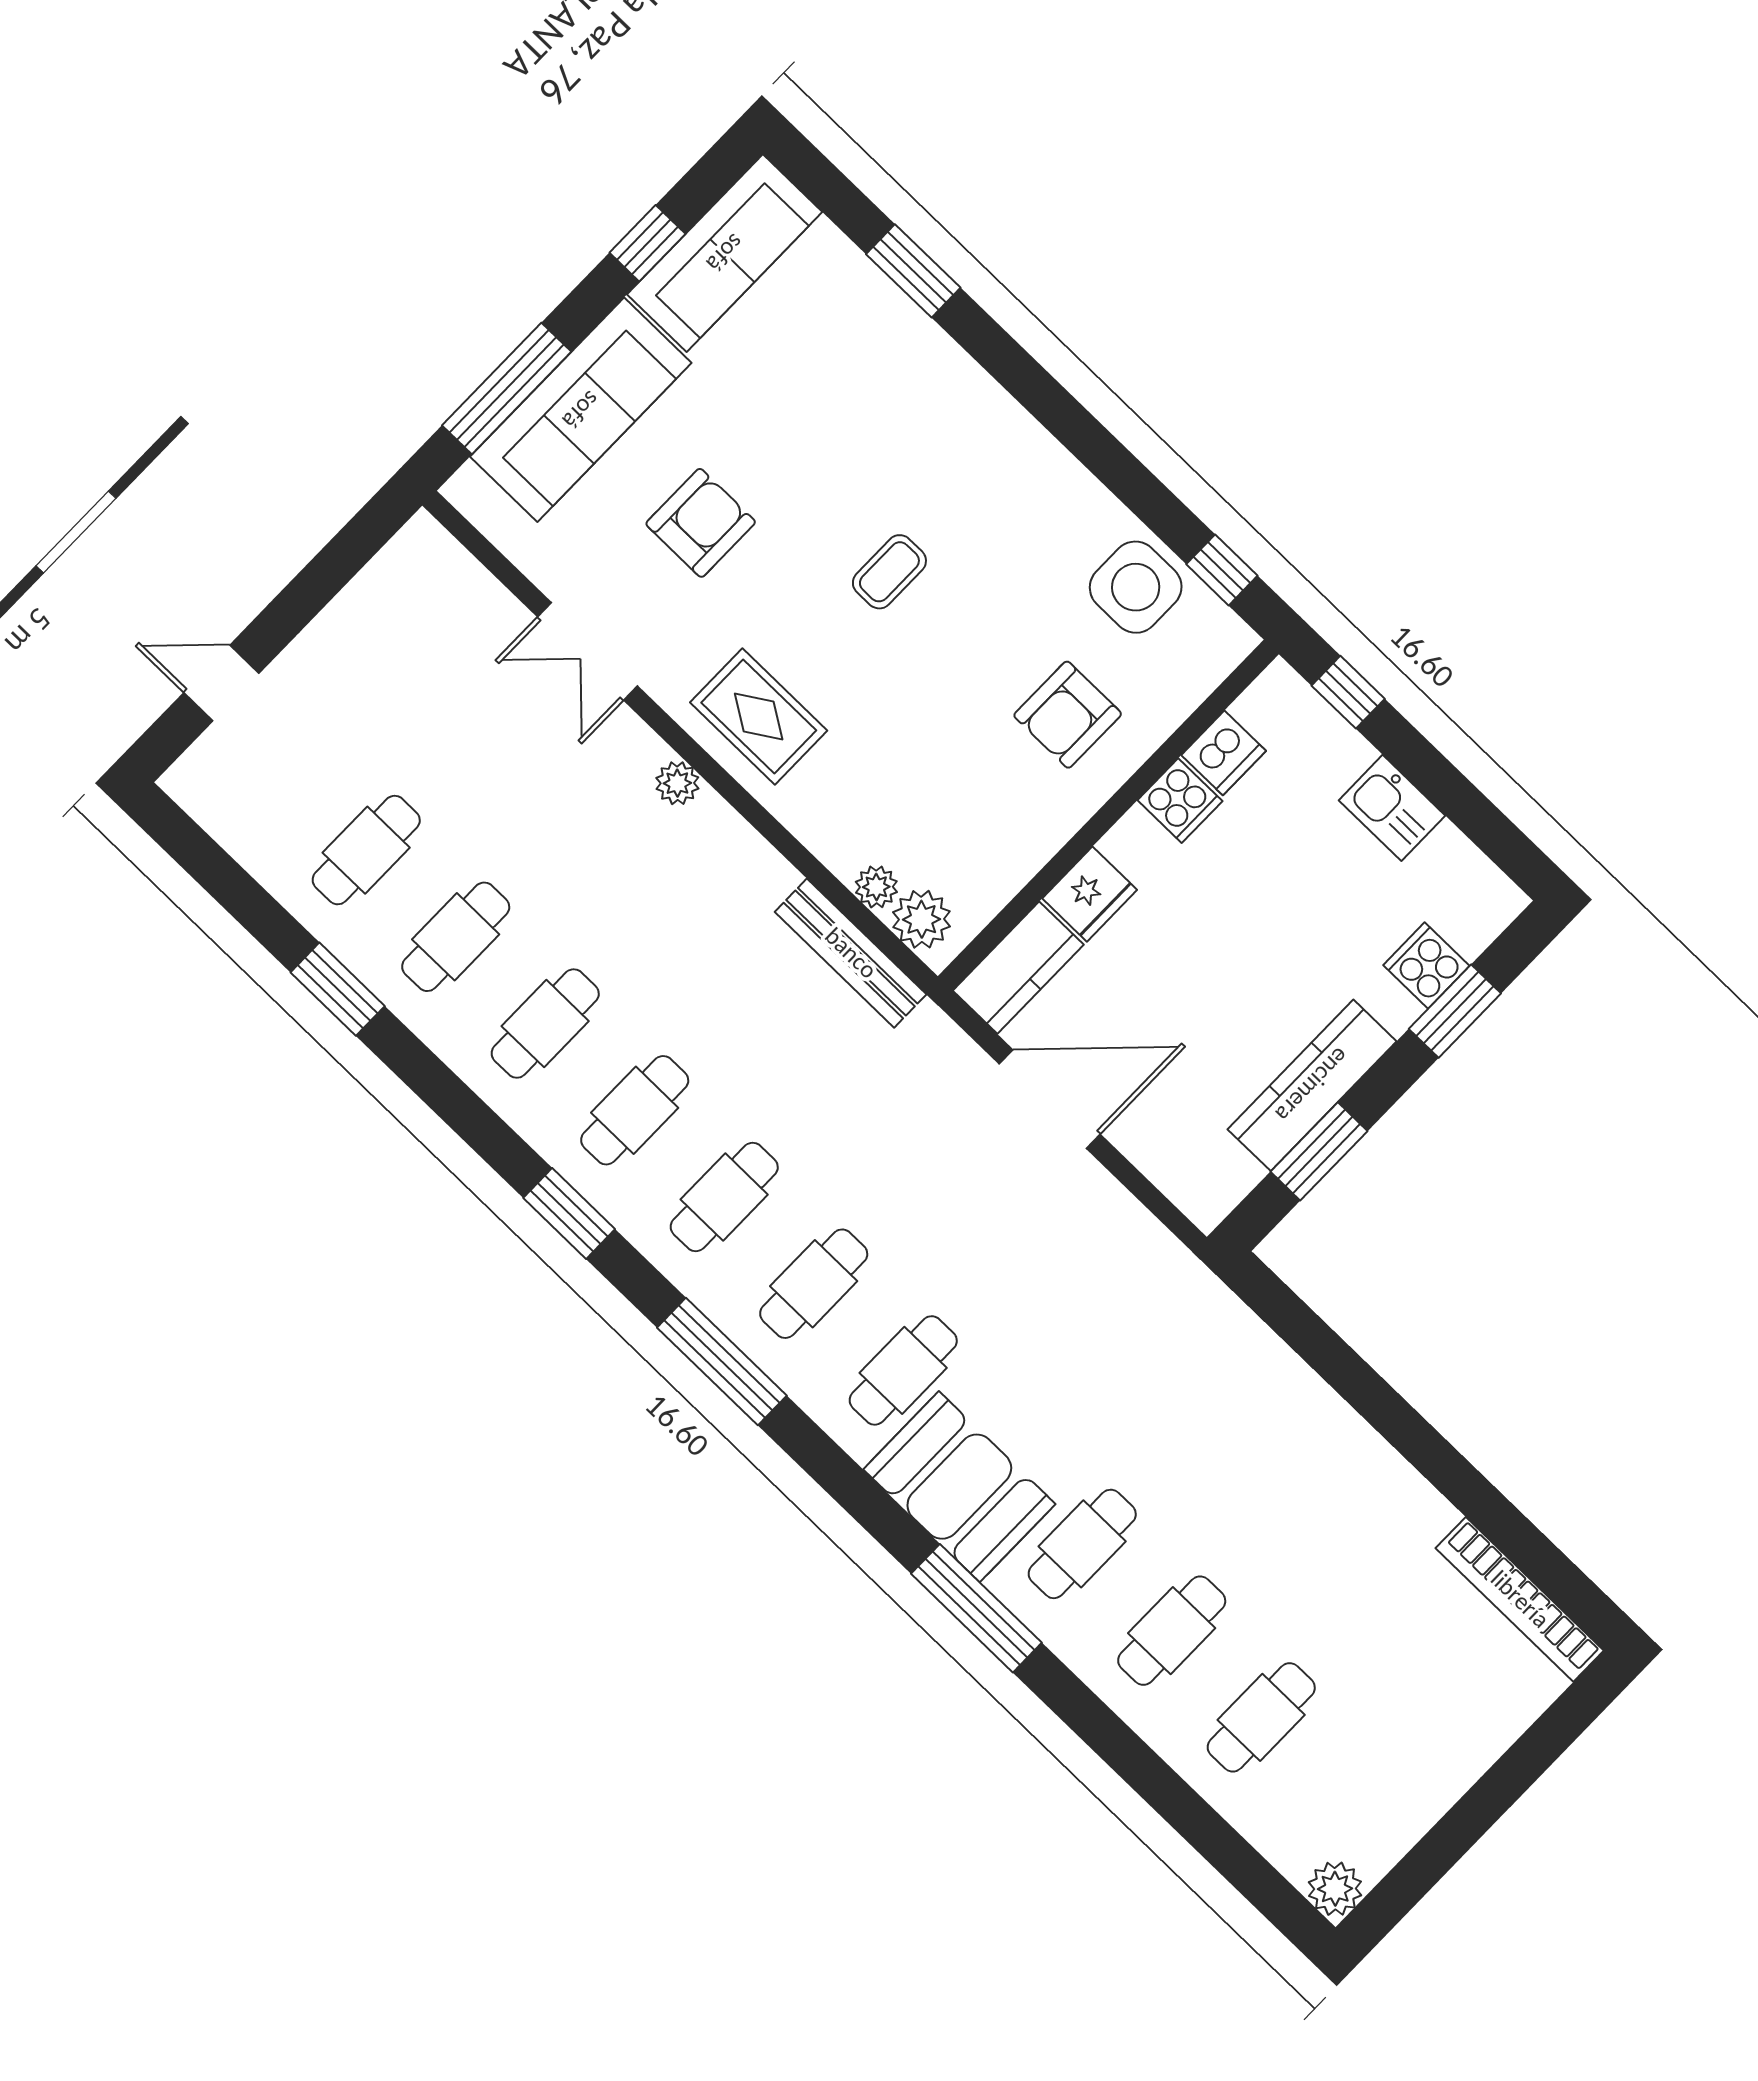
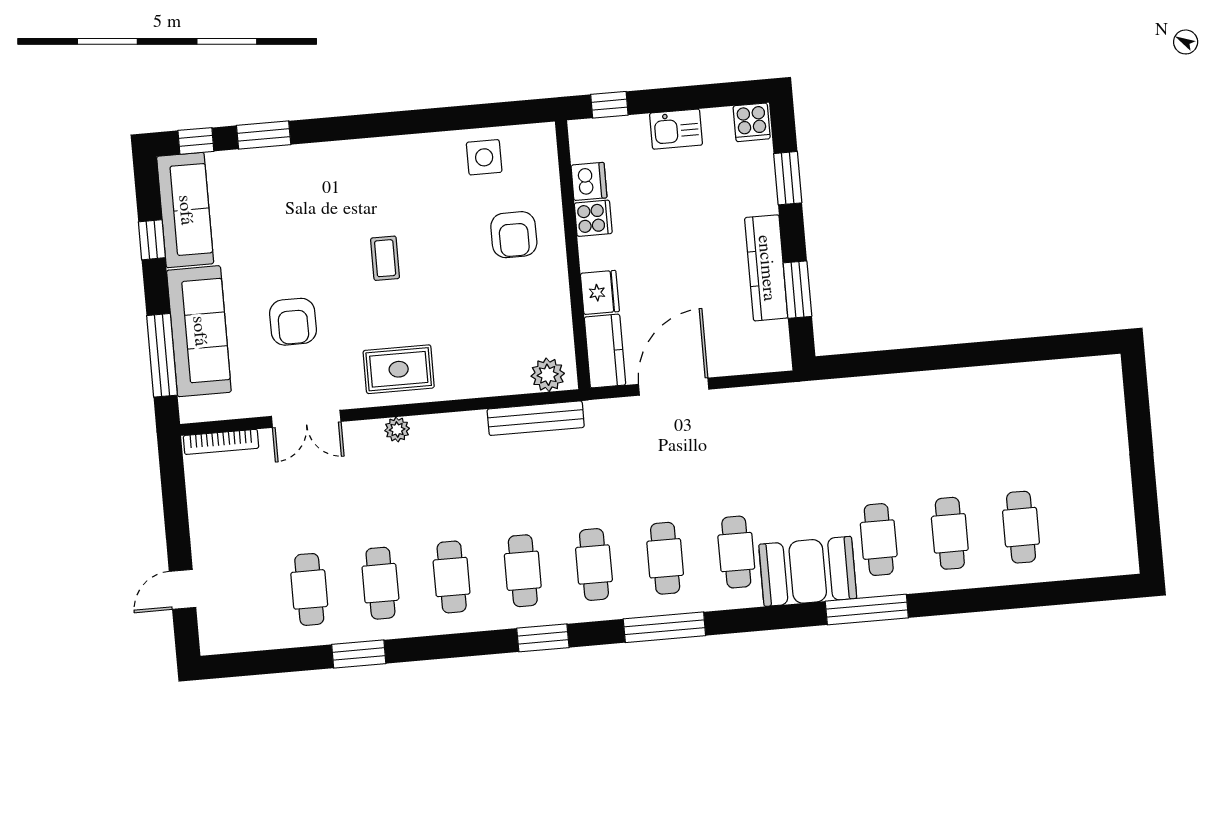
armchair: (701, 523) -> (293, 322), turned 180
window: (1222, 570) -> (196, 141), moved
side table: (1136, 587) -> (484, 157), width x0.73, depth x0.73
plant: (876, 887) -> (517, 382), removed
cooker: (1426, 966) -> (752, 122), moved, turned -90
bookcase: (1520, 1599) -> (221, 442), moved, width x0.68, depth x0.76
plant: (1335, 1889) -> (1123, 559), removed

